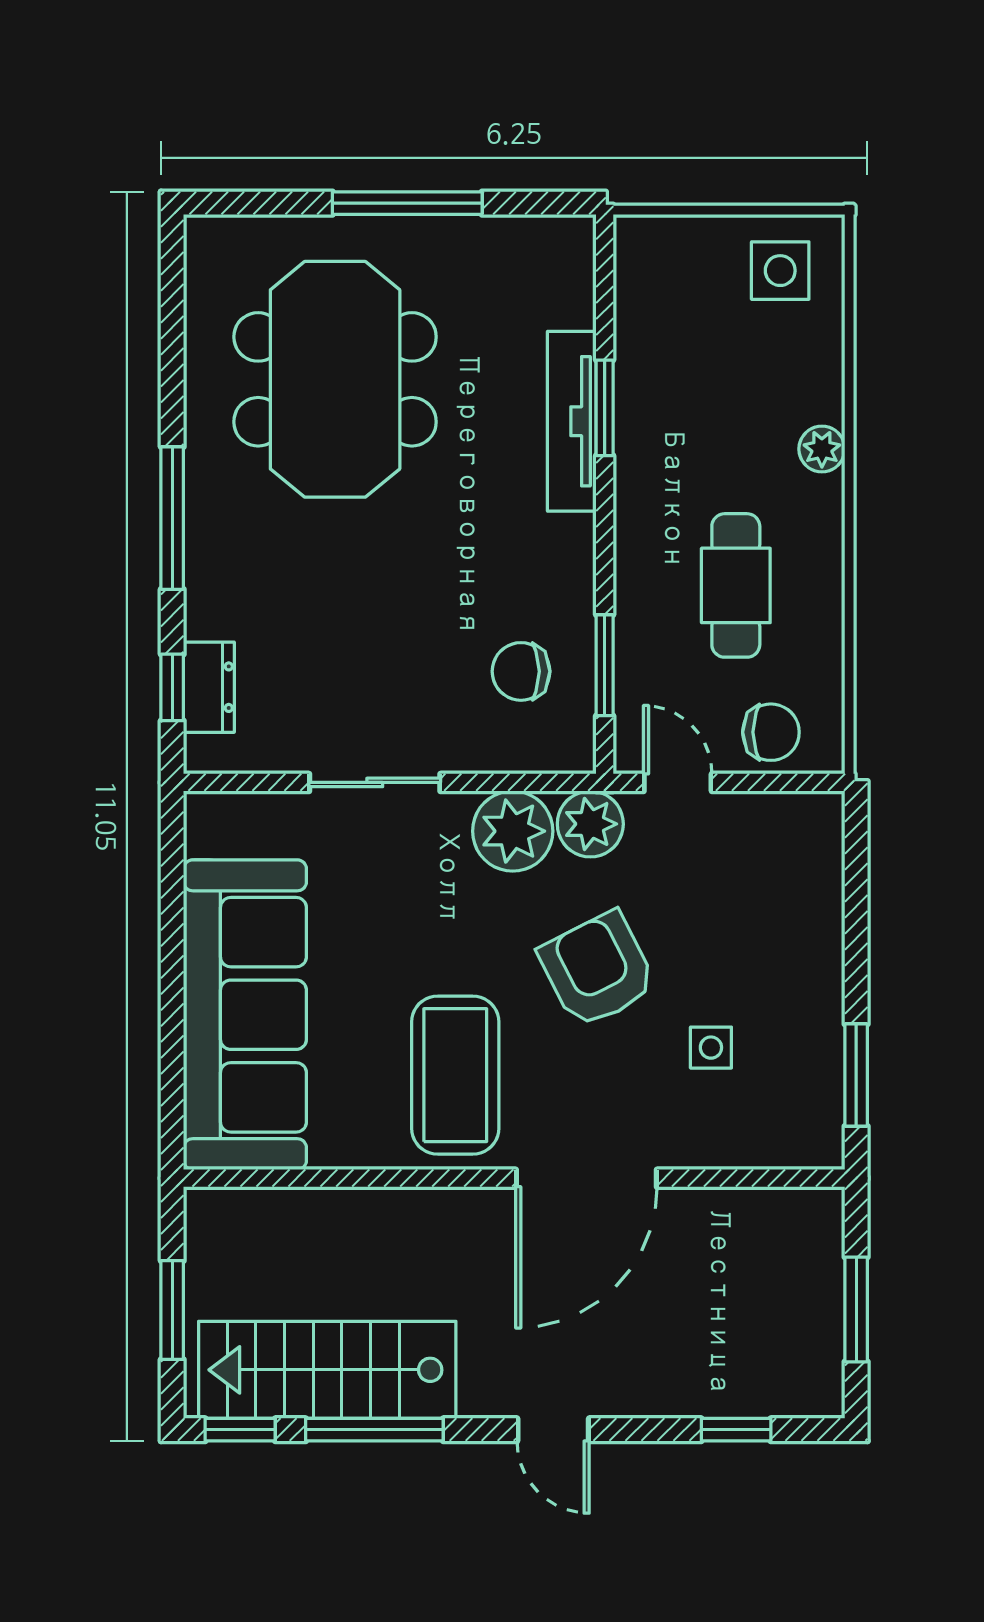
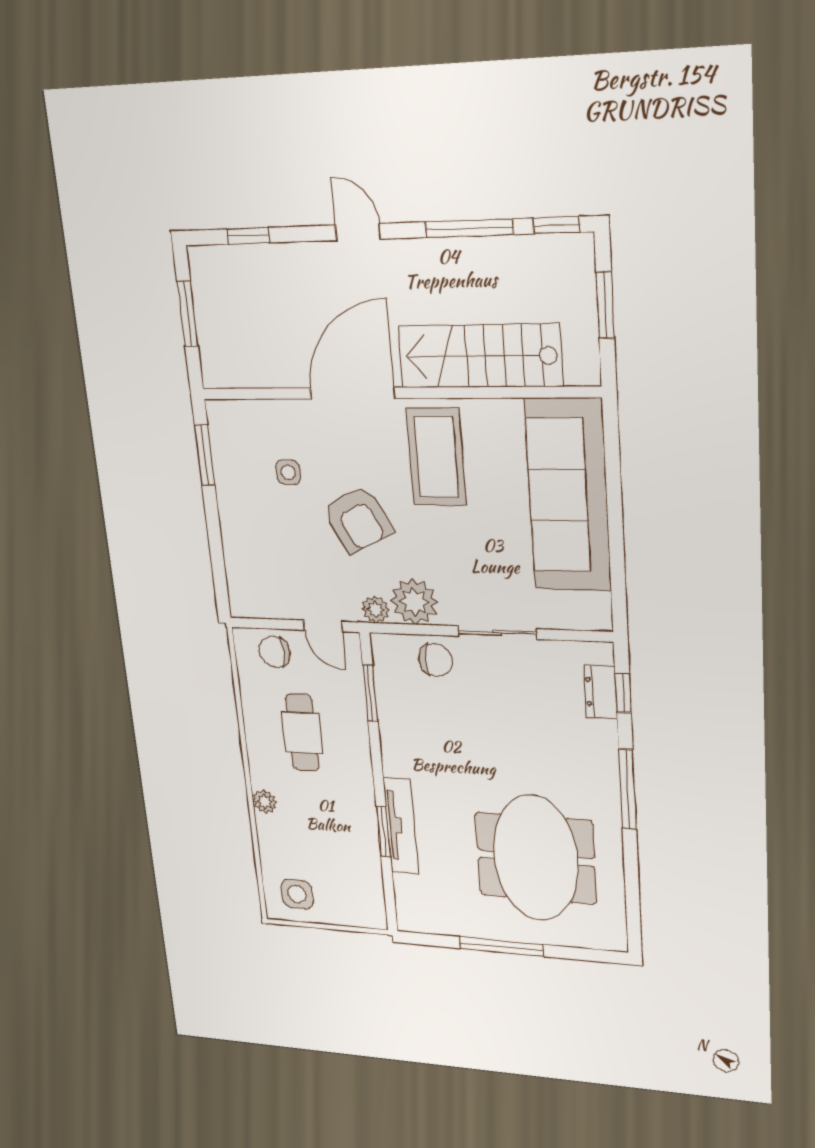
chair: (521, 671) -> (436, 660), moved
plant: (590, 824) -> (375, 610), width x0.73, depth x0.73
stairs: (327, 1370) -> (480, 356), moved, turned 180

